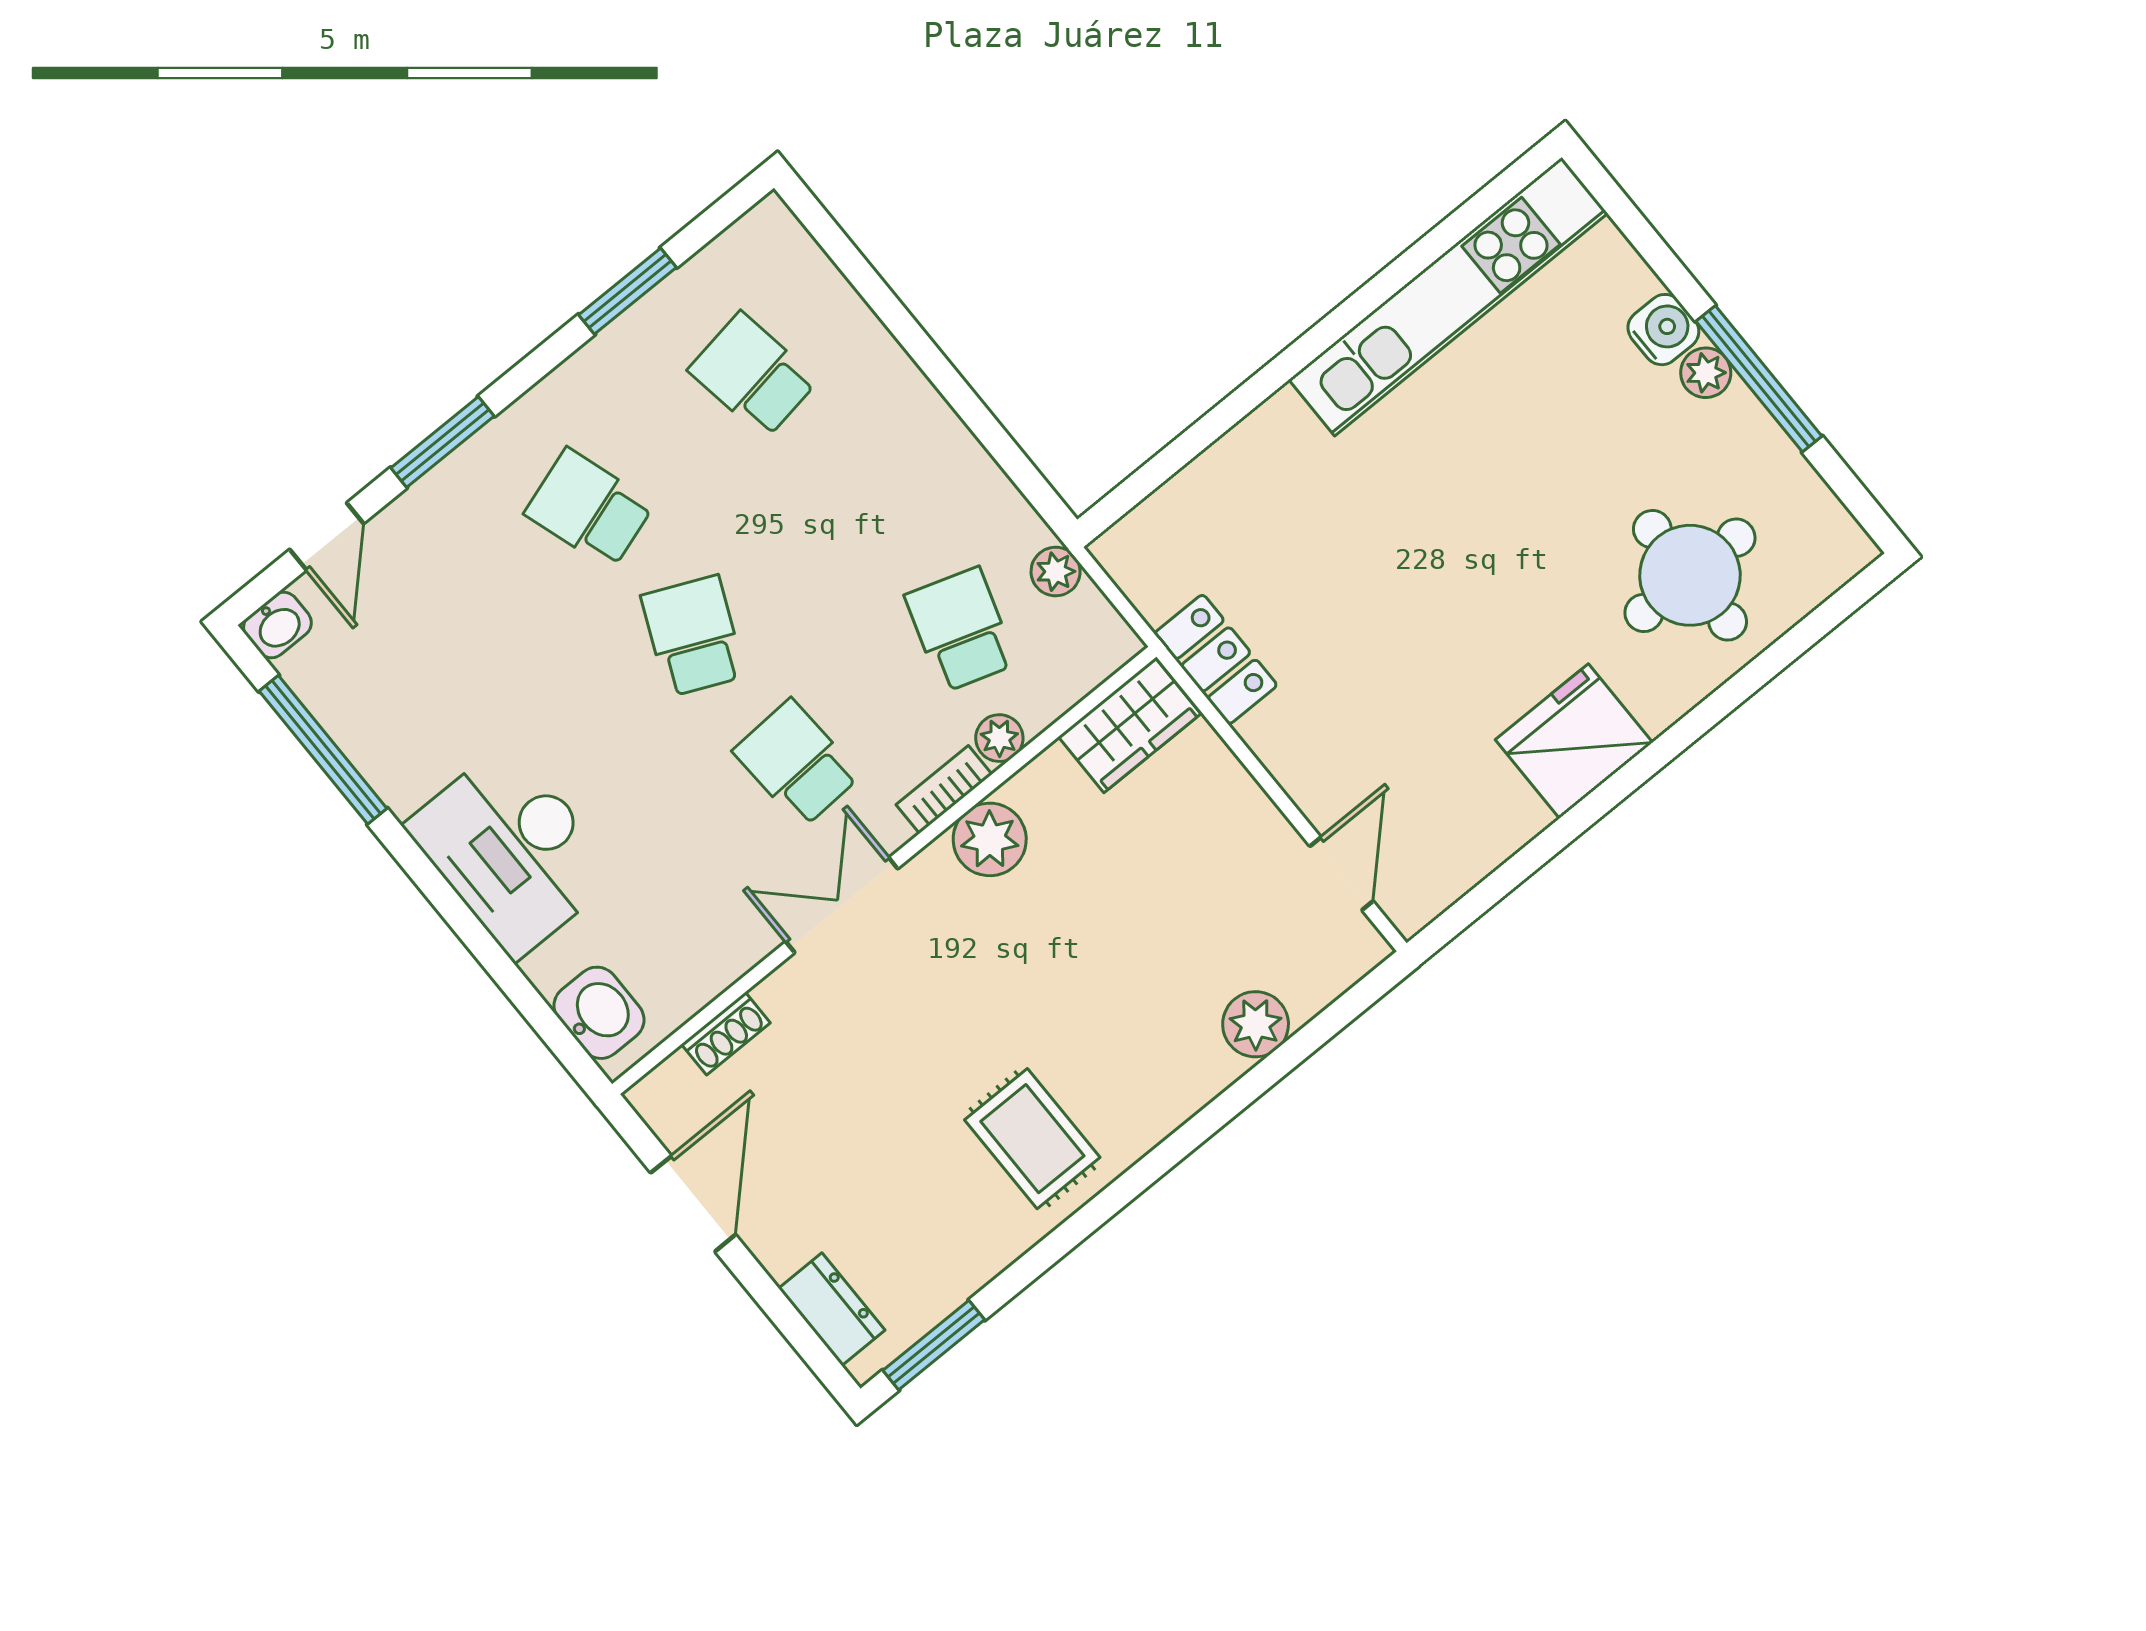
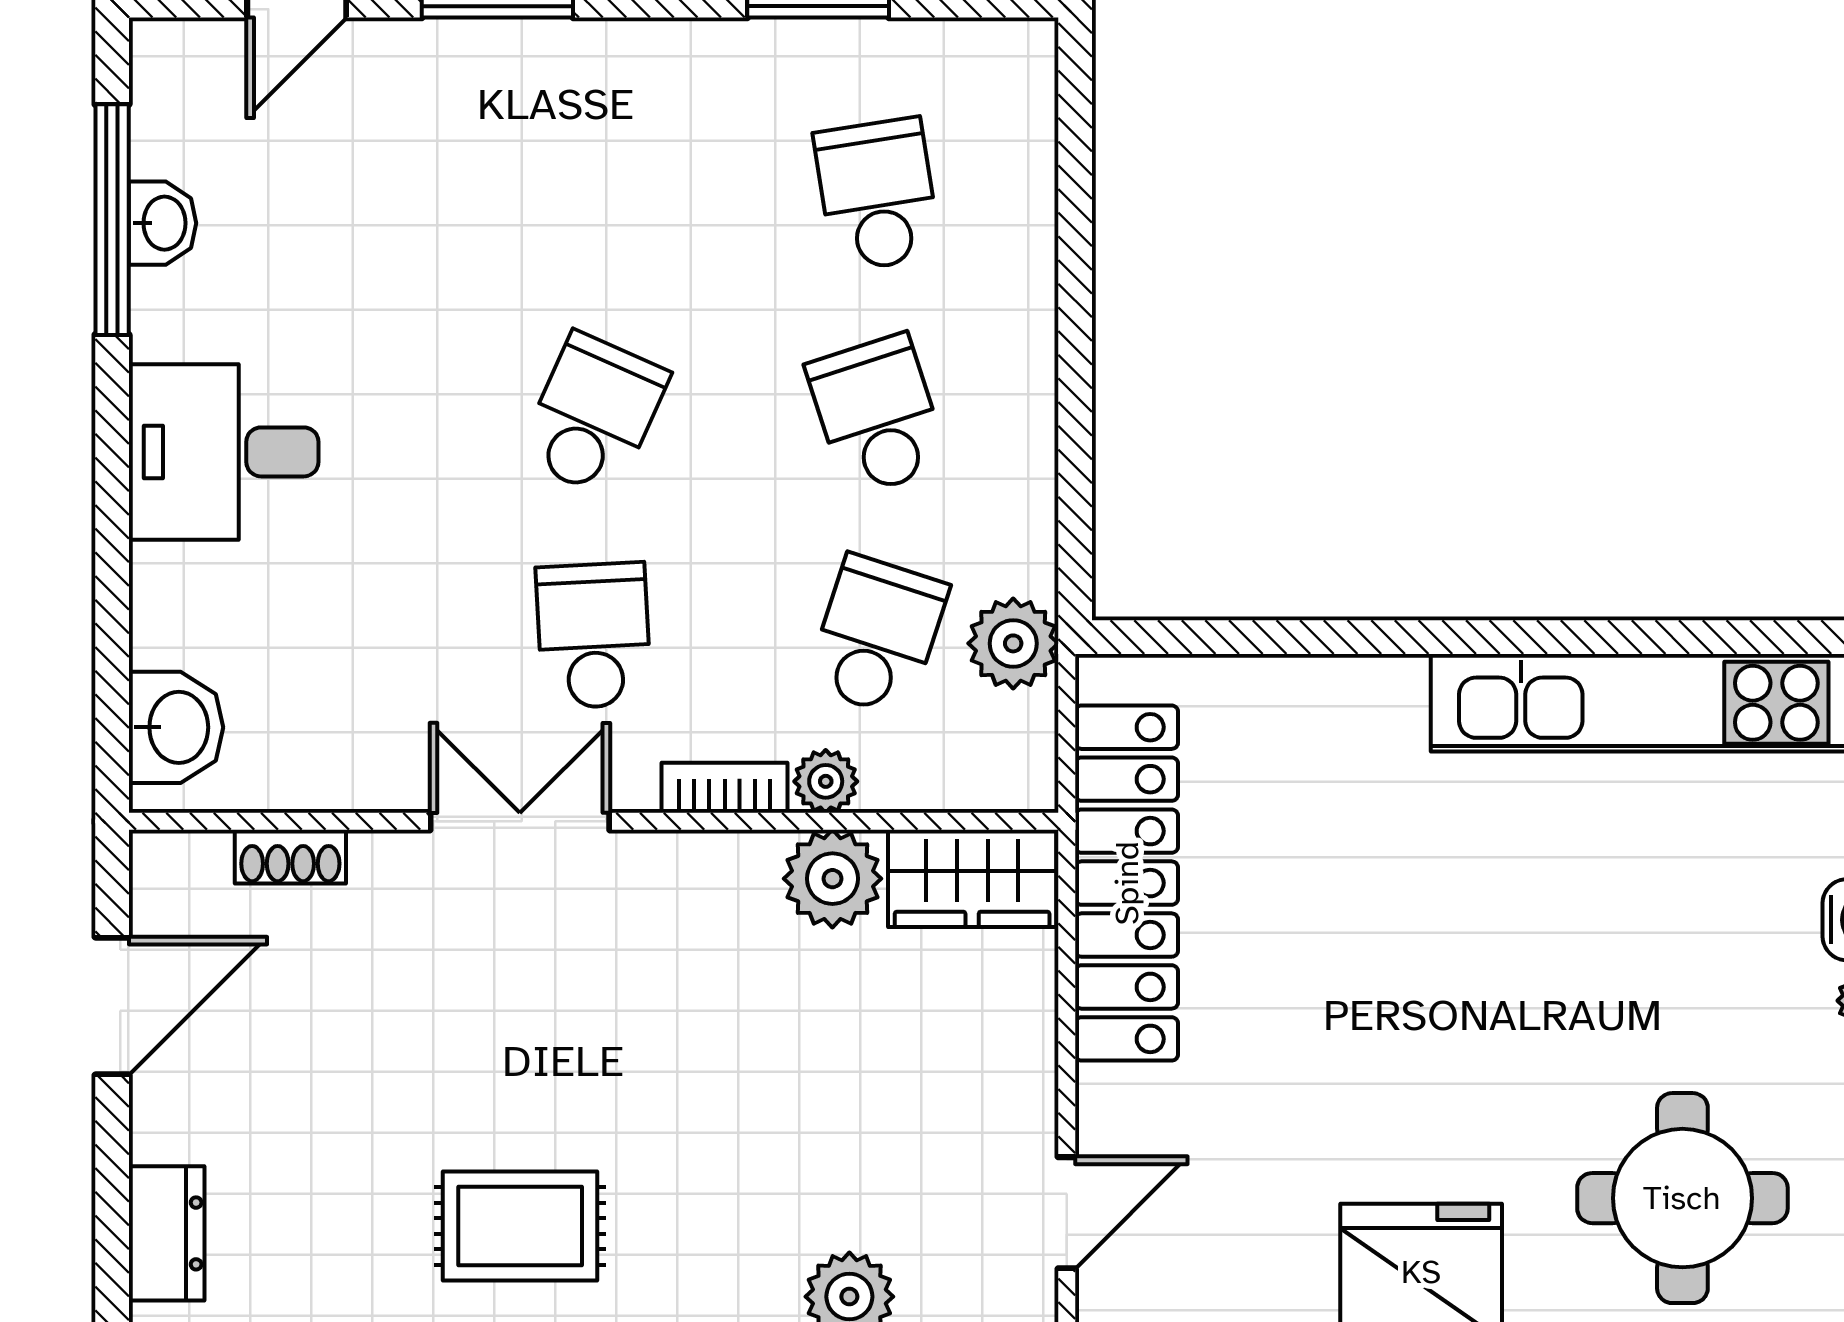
school desk: (589, 509) -> (877, 415), moved
plant: (1056, 572) -> (1013, 643), width x1.38, depth x1.38
washbasin: (277, 625) -> (162, 223), moved, turned -90
locker: (1216, 659) -> (1127, 883), width x2.16, depth x1.21
plant: (990, 839) -> (832, 879), moved
desk: (512, 850) -> (224, 452), width x0.73
rug: (1032, 1139) -> (520, 1226), turned 90

